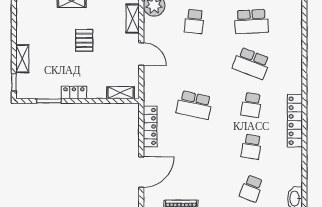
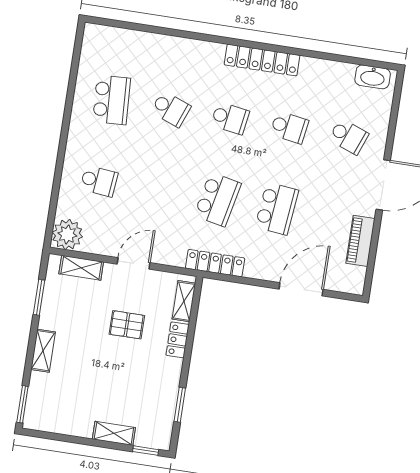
pallet: (84, 40) -> (127, 325), moved
school desk: (251, 63) -> (171, 109), width x0.54
locker: (74, 92) -> (178, 340), moved
locker: (150, 126) -> (215, 263), moved
school desk: (194, 147) -> (277, 209), added
door: (141, 172) -> (301, 289), hinge flipped

